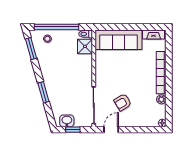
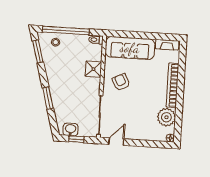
shower: (85, 46) -> (93, 69), moved
plant: (161, 99) -> (166, 117), width x1.88, depth x1.88
armchair: (123, 102) -> (121, 82), moved, turned 94

